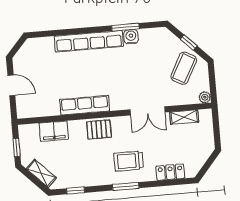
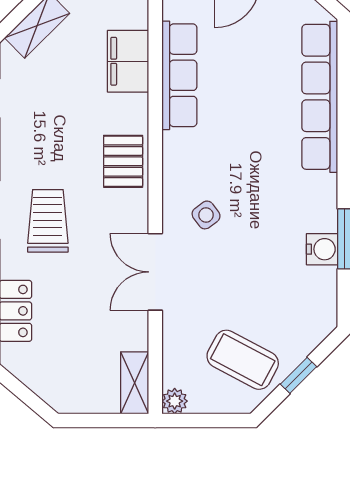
row of seats: (89, 41) -> (320, 97), moved
side table: (120, 90) -> (206, 215), added
row of seats: (85, 105) -> (179, 75), moved
shelving: (184, 117) -> (135, 383), moved

